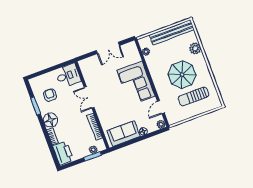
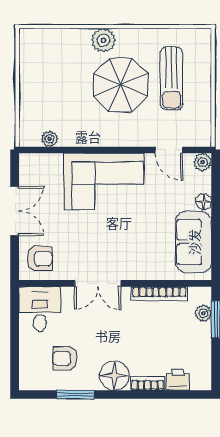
bench: (172, 32) -> (30, 74), removed
plant: (195, 48) -> (103, 40), moved
armchair: (91, 67) -> (40, 259), added
printer: (63, 153) -> (178, 380), width x0.53, depth x0.68

